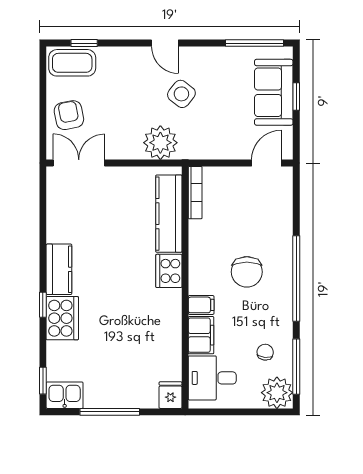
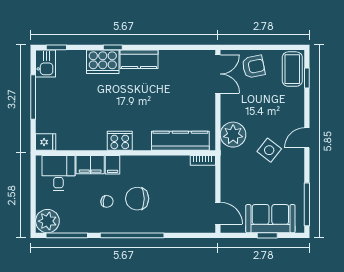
bookcase: (195, 193) -> (203, 160), width x0.64
cooker: (169, 271) -> (120, 141), moved
chair: (265, 352) -> (107, 201), moved

